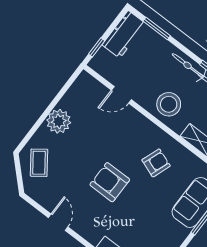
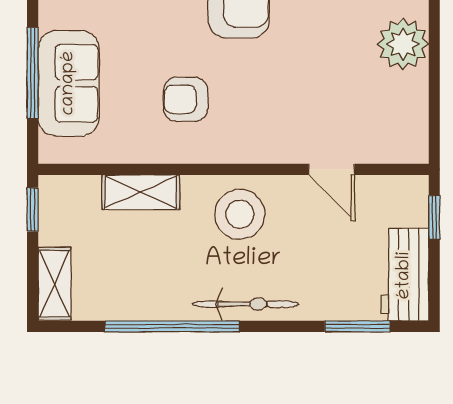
door: (121, 95) -> (331, 169), swing flipped
armchair: (156, 163) -> (186, 99), turned 70

